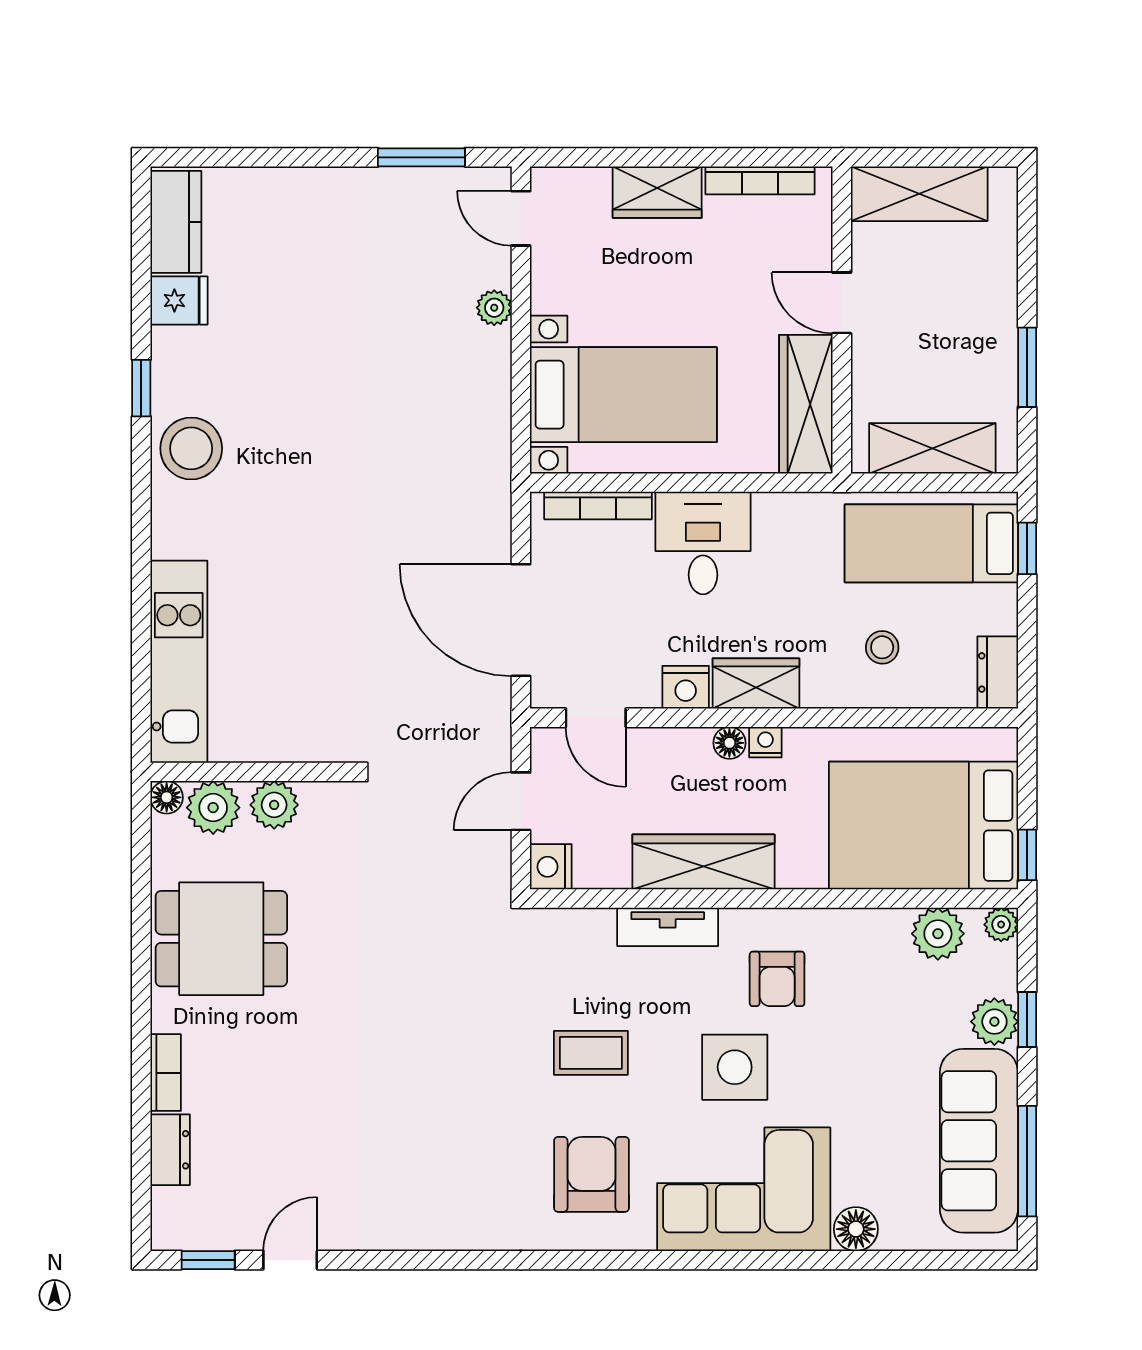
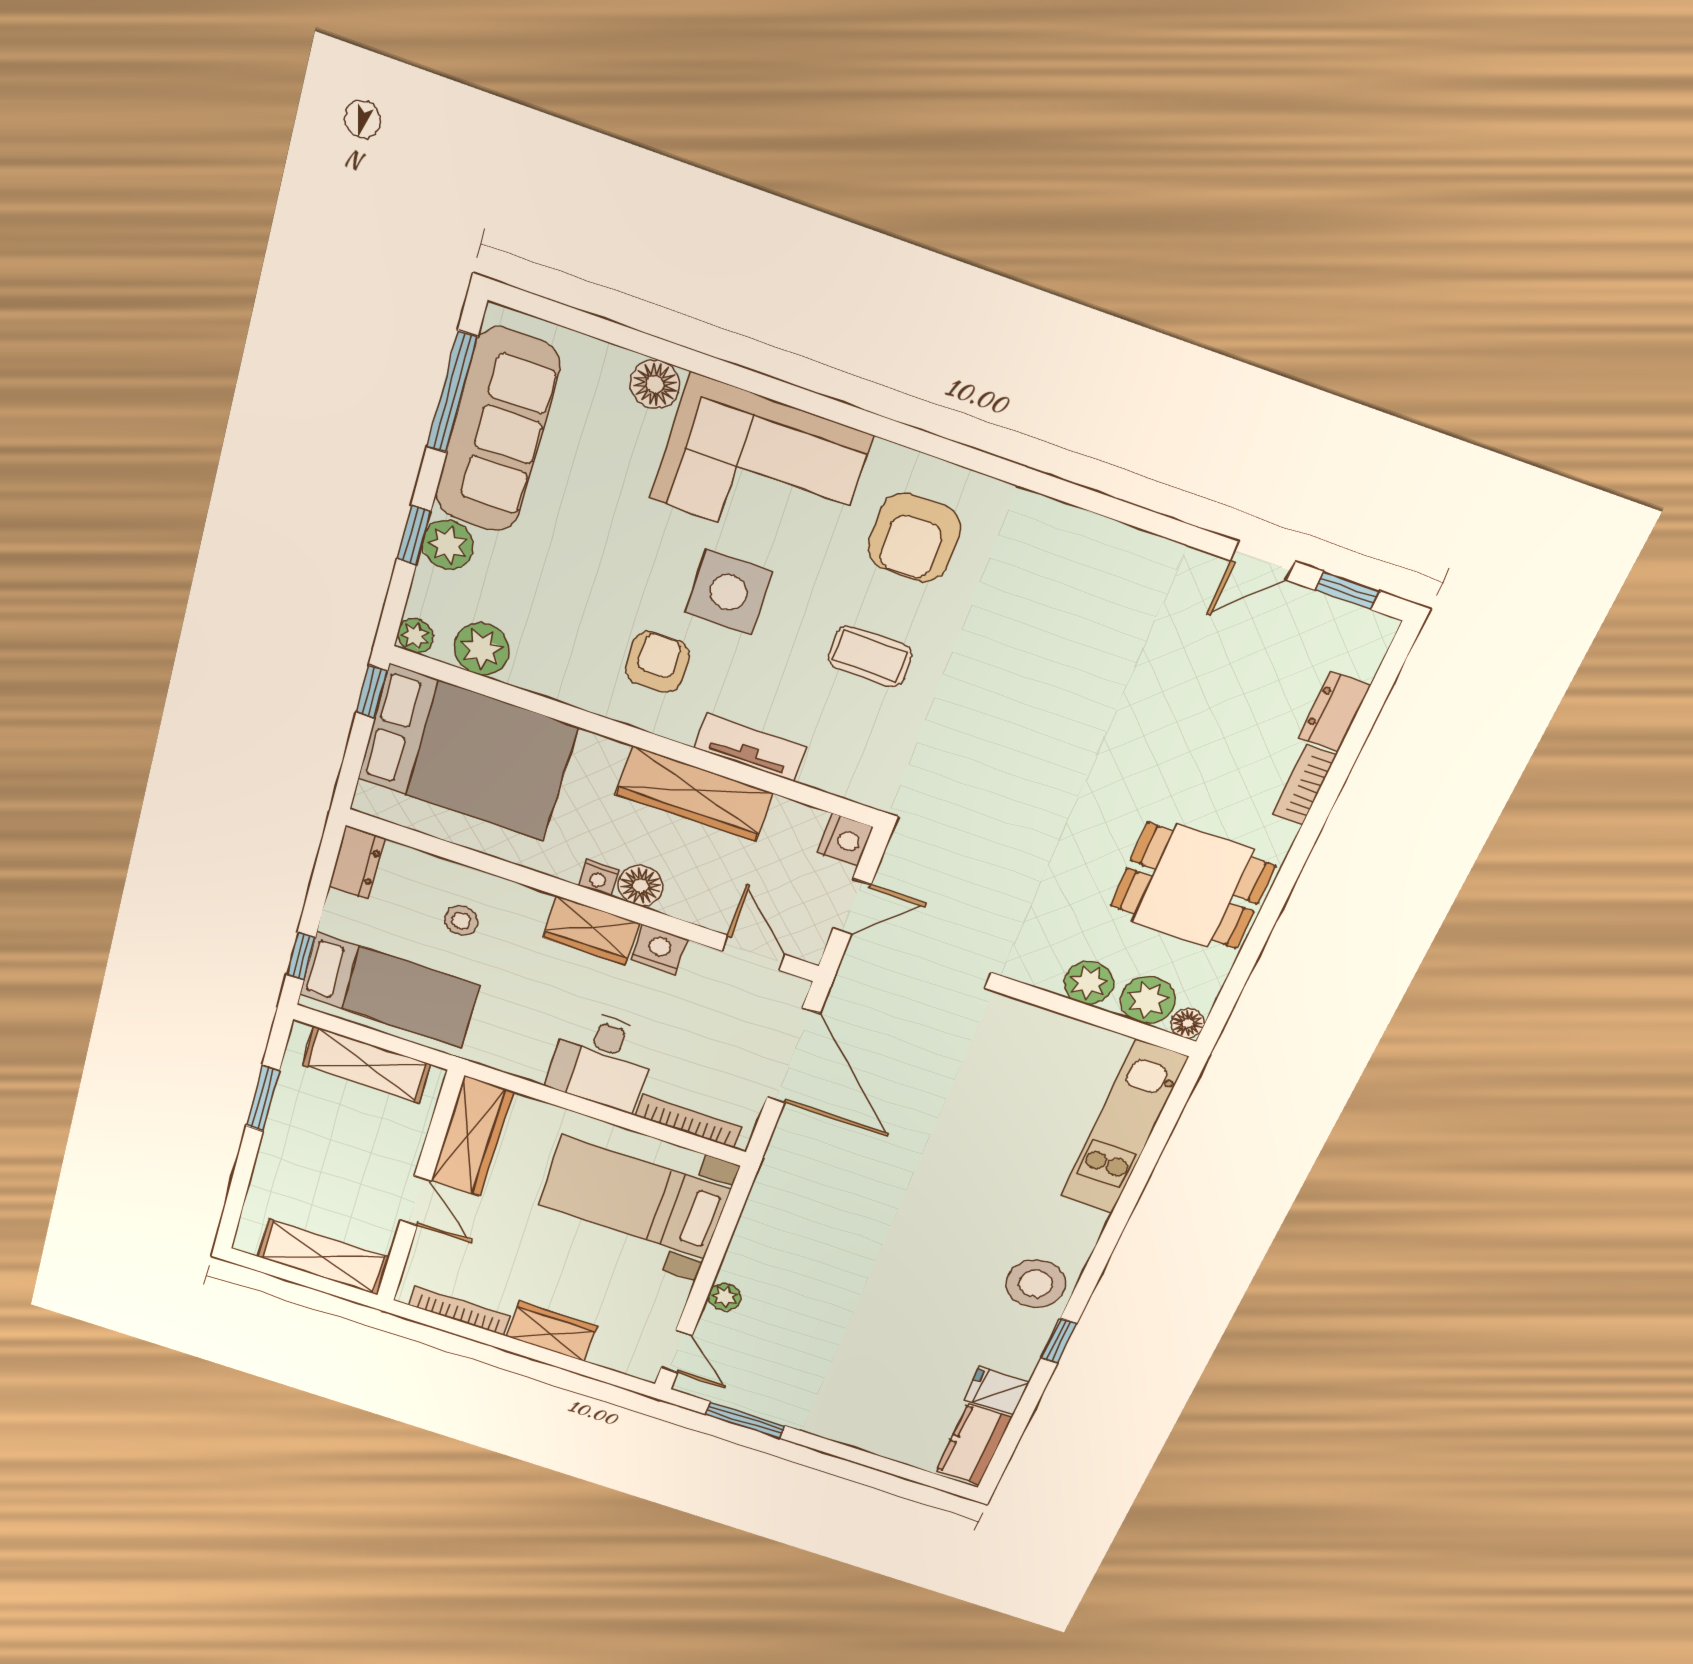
floor lamp: (729, 743) -> (641, 886), width x1.37, depth x1.37

